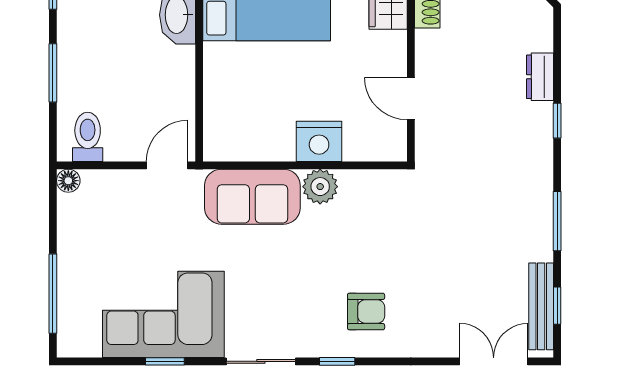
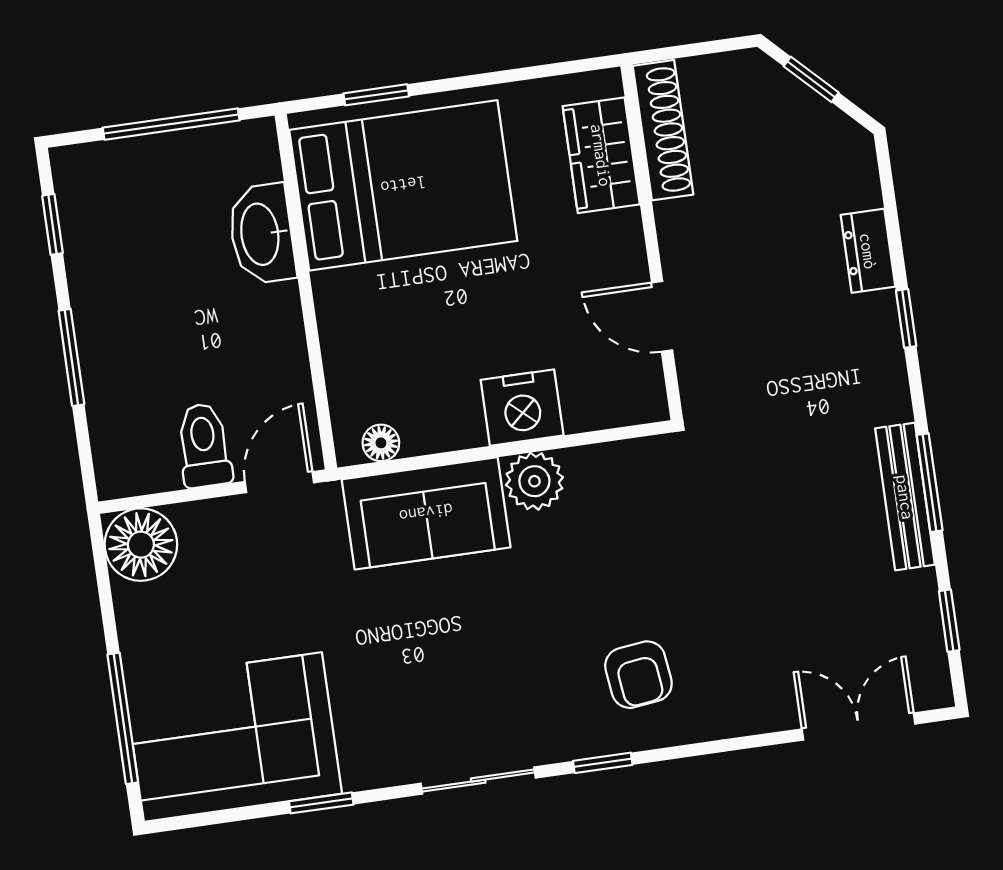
toilet: (88, 137) -> (204, 445), moved
floor lamp: (231, 150) -> (381, 443), added
floor lamp: (68, 181) -> (141, 545), width x1.89, depth x1.89
bench: (541, 306) -> (905, 497), moved
armchair: (366, 312) -> (638, 675), turned 83
corner sofa: (163, 314) -> (233, 737), moved

